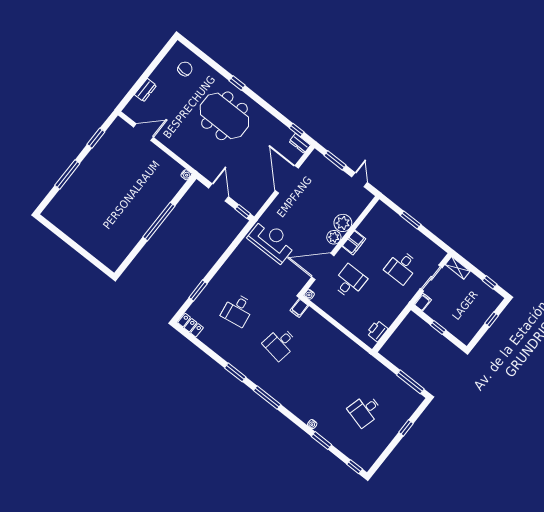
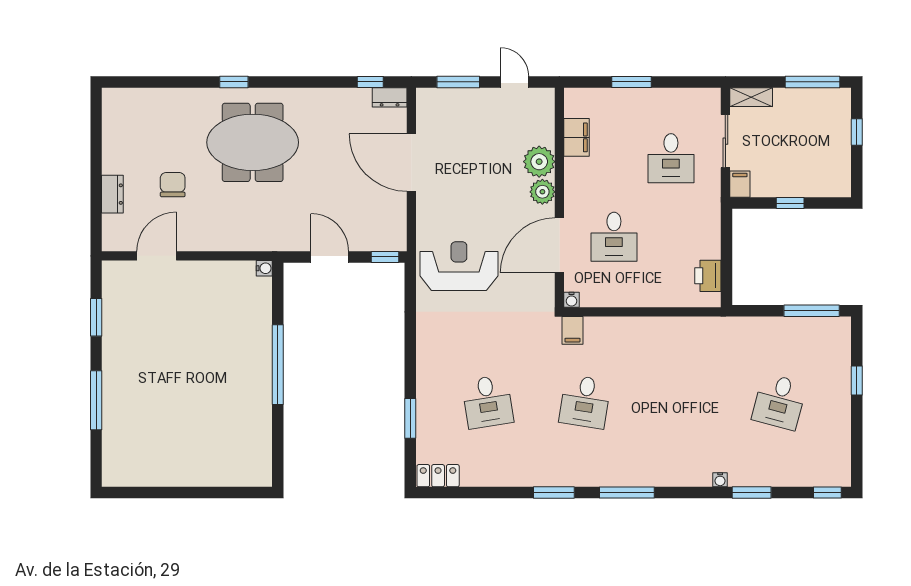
chair: (185, 69) -> (173, 185), moved
filing cabinet: (354, 242) -> (577, 137), moved
desk: (350, 282) -> (614, 237), turned 180
window: (490, 282) -> (813, 82), width x2.17

